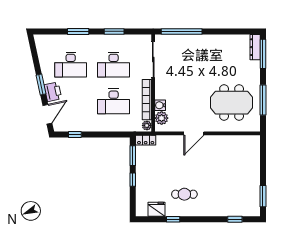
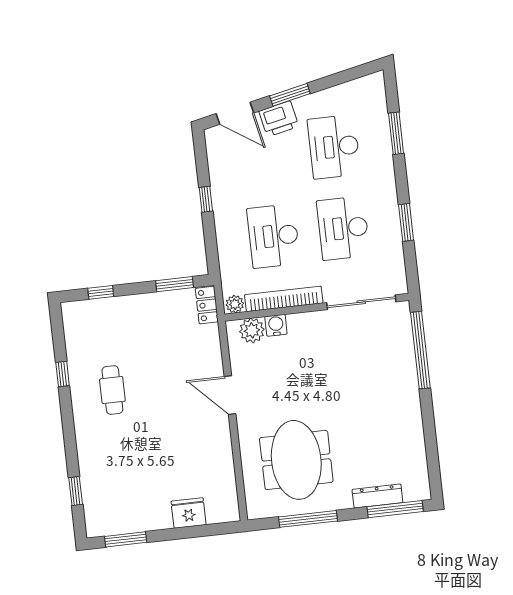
window: (78, 31) -> (396, 133), moved
dresser: (255, 47) -> (377, 496), moved
window: (75, 134) -> (206, 199), moved
window: (133, 180) -> (101, 292), moved
fridge: (156, 209) -> (189, 513), moved, turned -90

